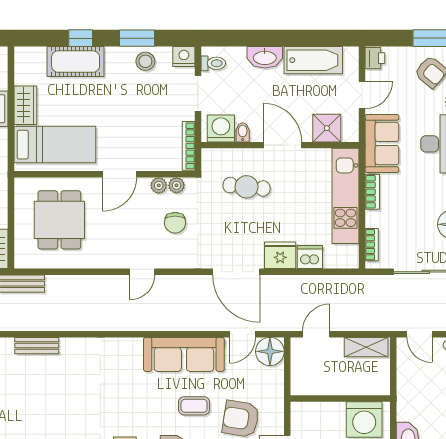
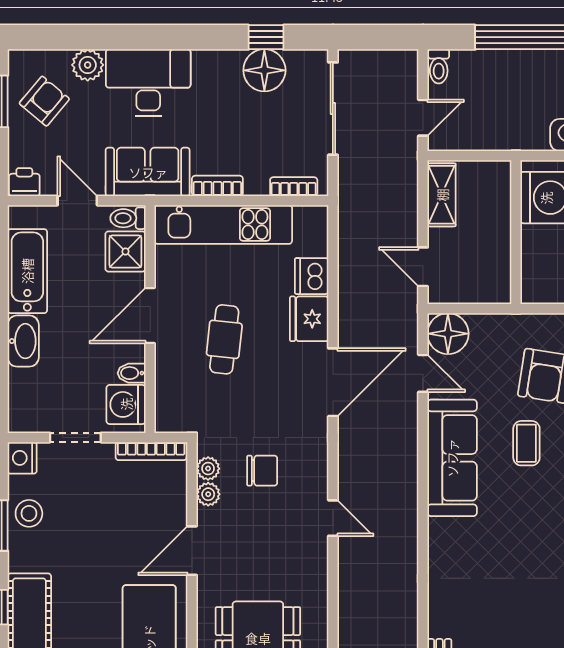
toilet: (213, 63) -> (128, 218), moved, turned -90
door: (120, 174) -> (192, 551), swing flipped
cafe table: (247, 187) -> (224, 339), moved

